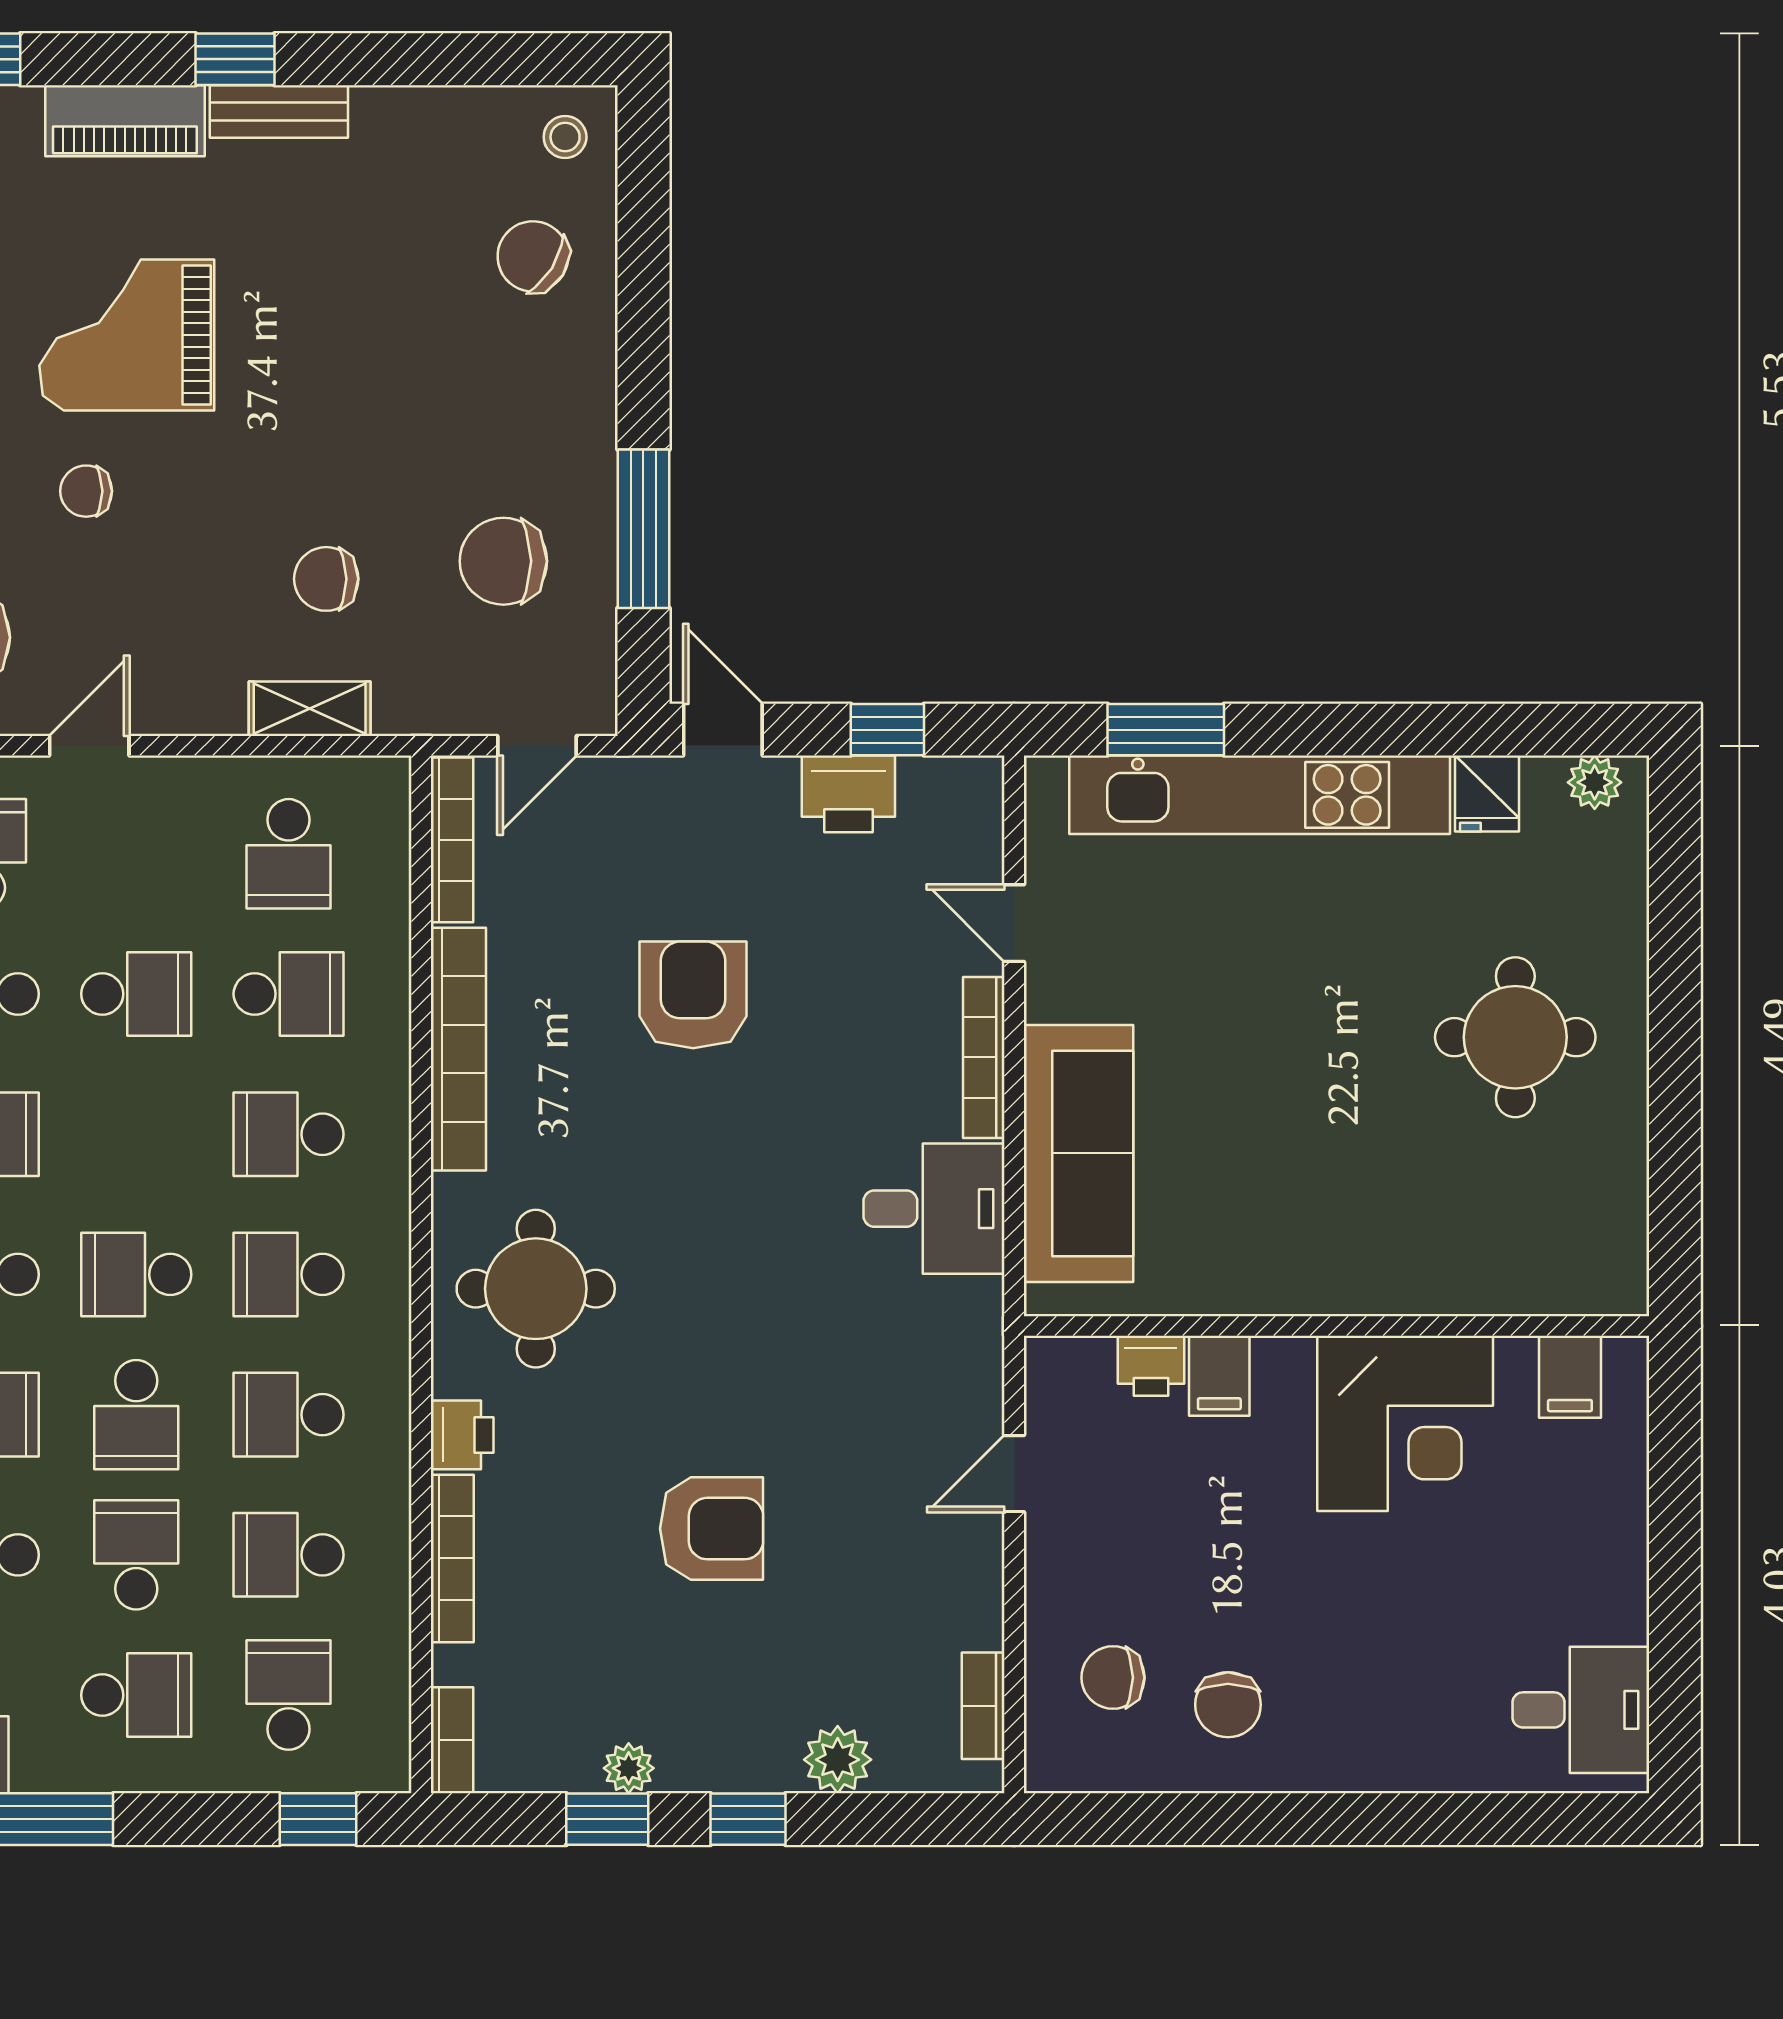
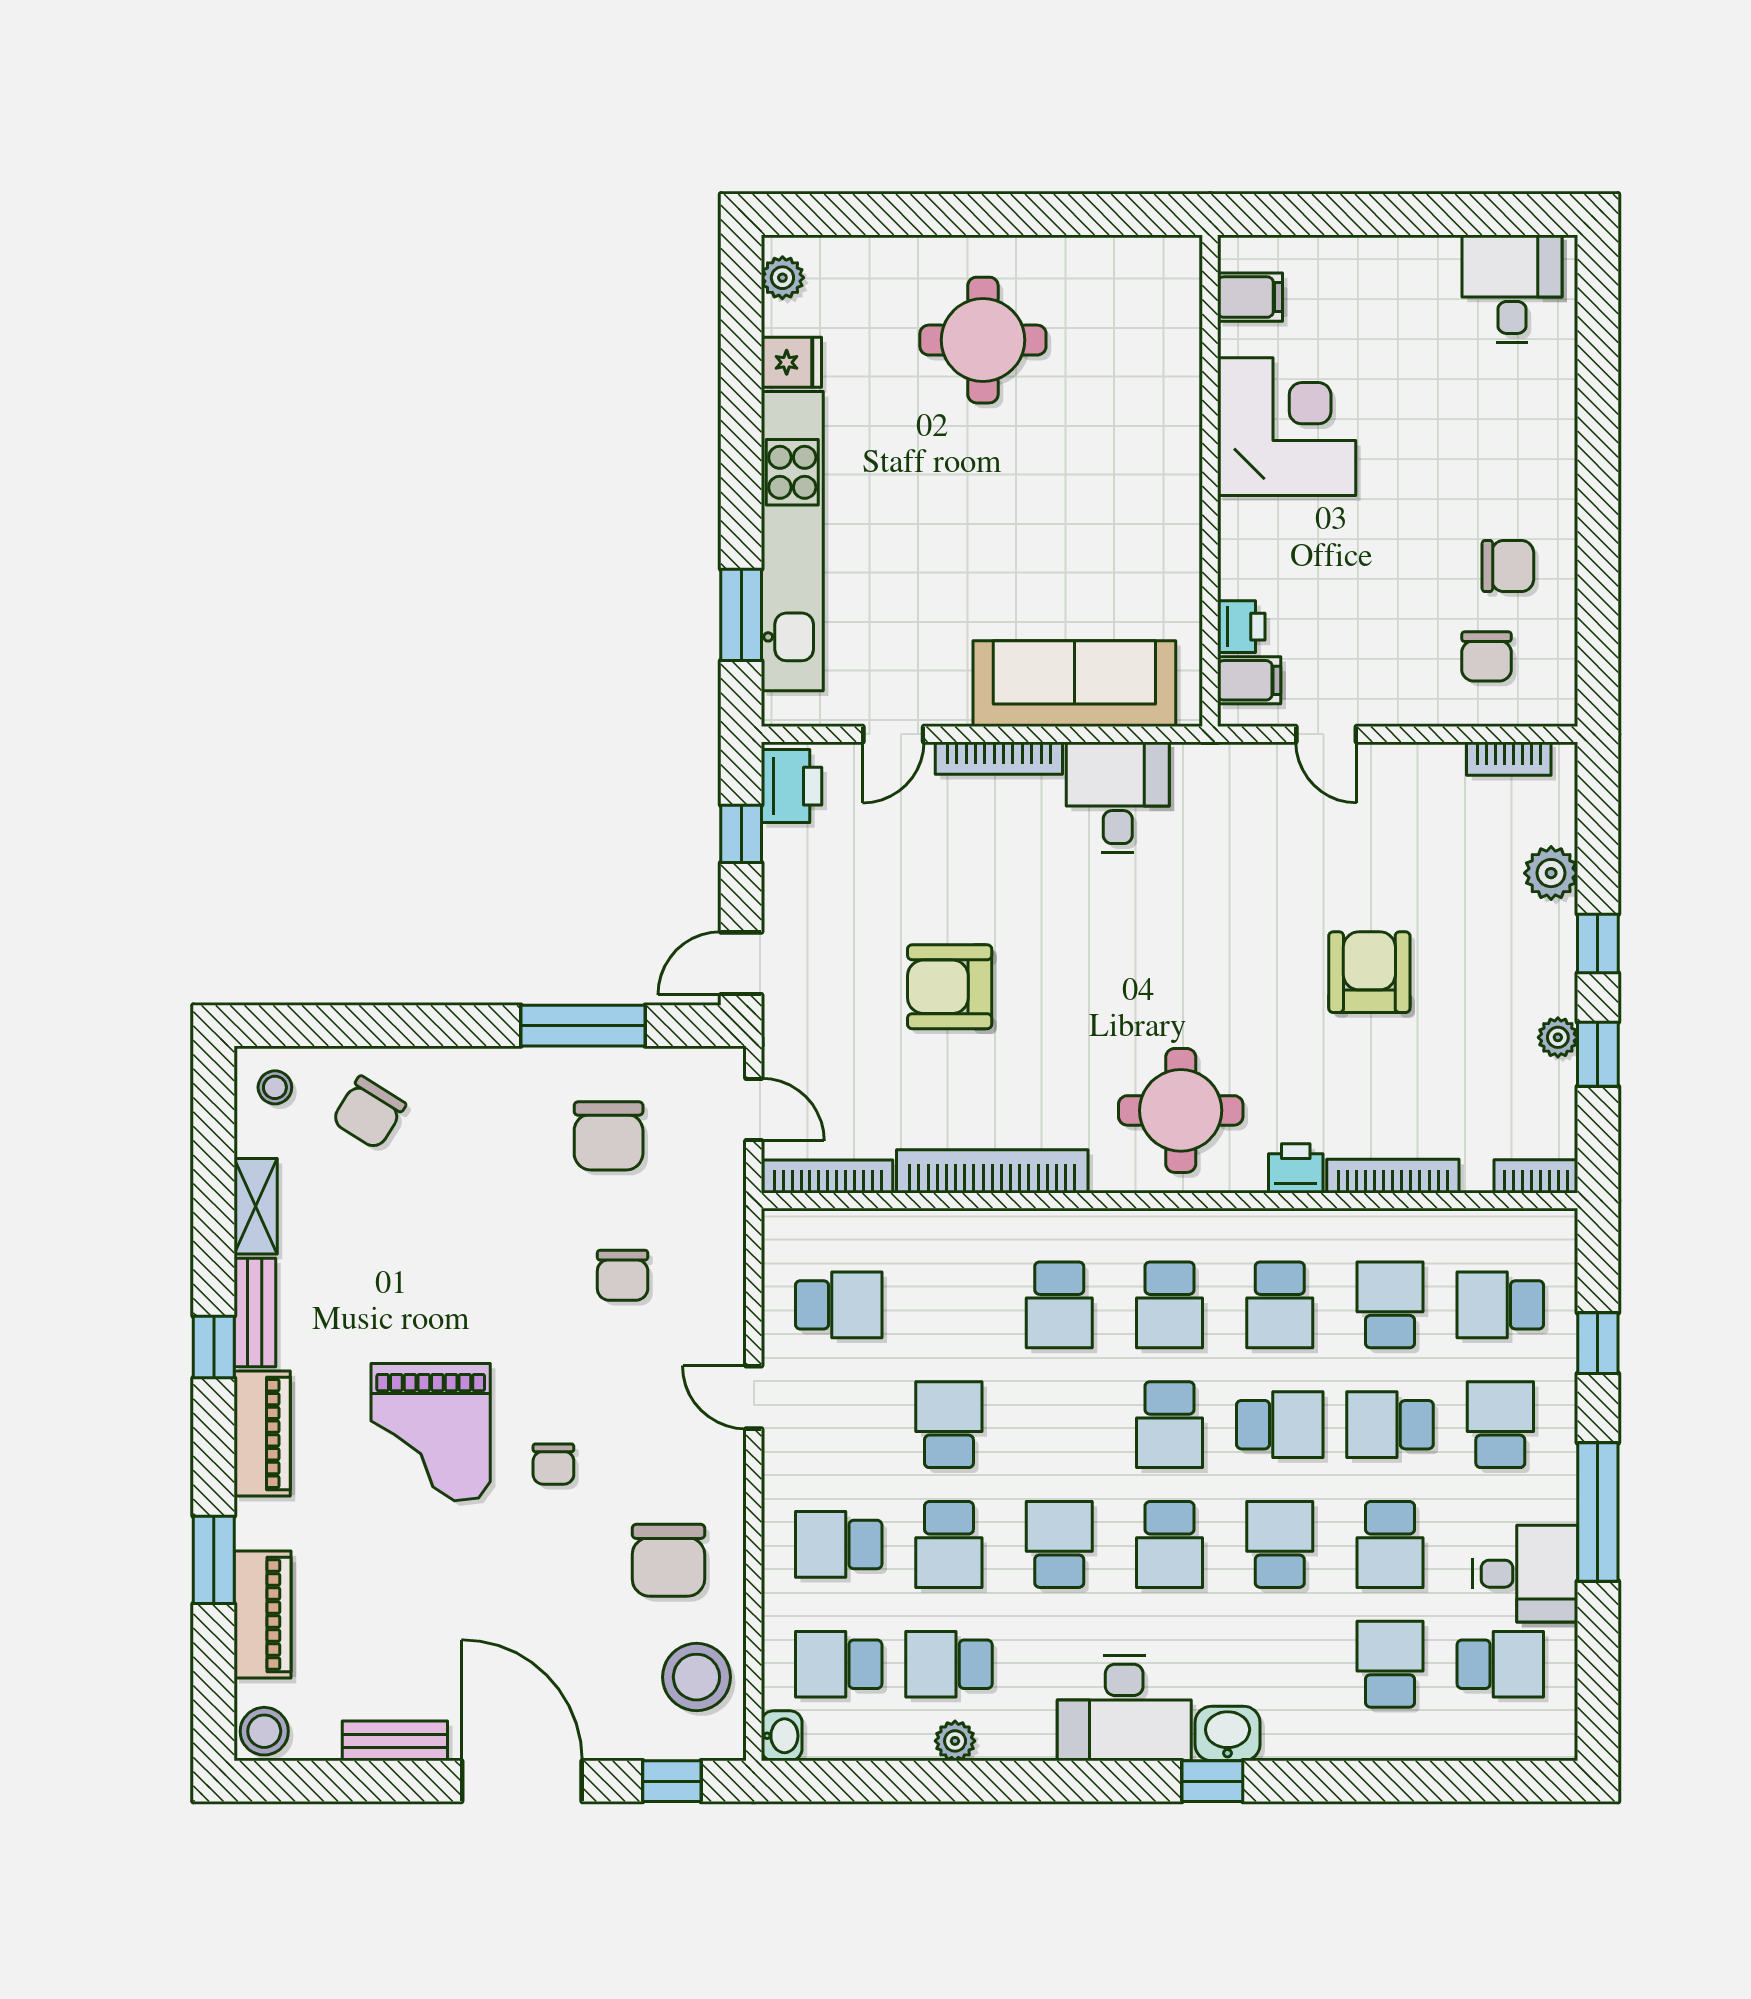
shelving: (310, 709) -> (256, 1206), moved
door: (89, 746) -> (754, 1397), moved
printer: (848, 794) -> (792, 786), moved
school desk: (289, 994) -> (949, 1305), removed
filing cabinet: (1219, 1376) -> (1249, 680), moved
school desk: (289, 1555) -> (1390, 1305), turned 180
window: (318, 1819) -> (1598, 1343), moved

